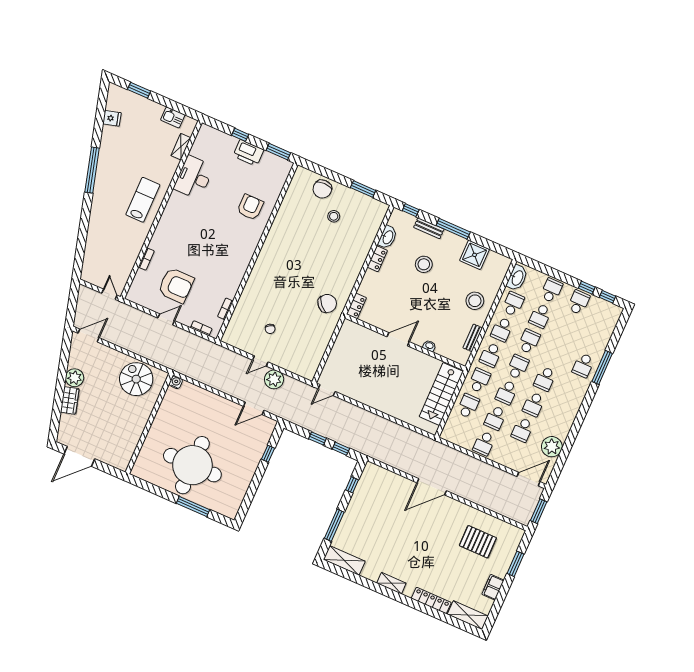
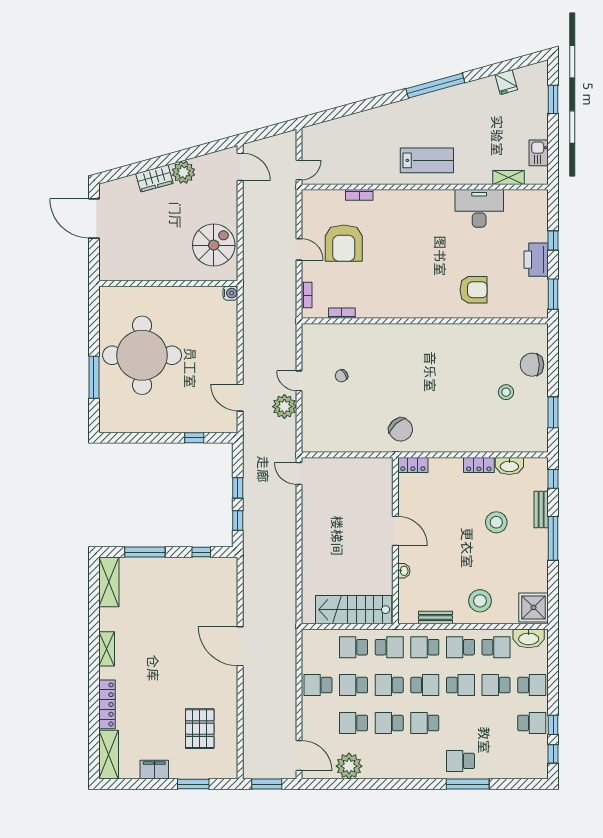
shower: (475, 255) -> (534, 607), moved
school desk: (468, 406) -> (354, 647), turned 180

